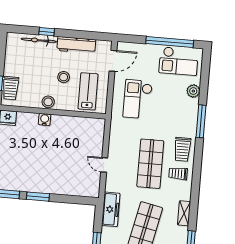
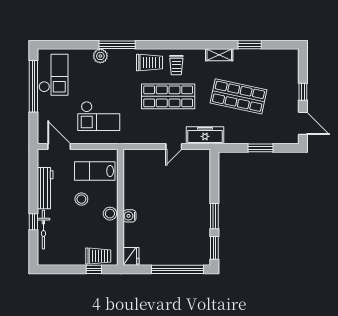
plant: (193, 91) -> (100, 56), moved
freezer: (111, 209) -> (205, 135), moved

